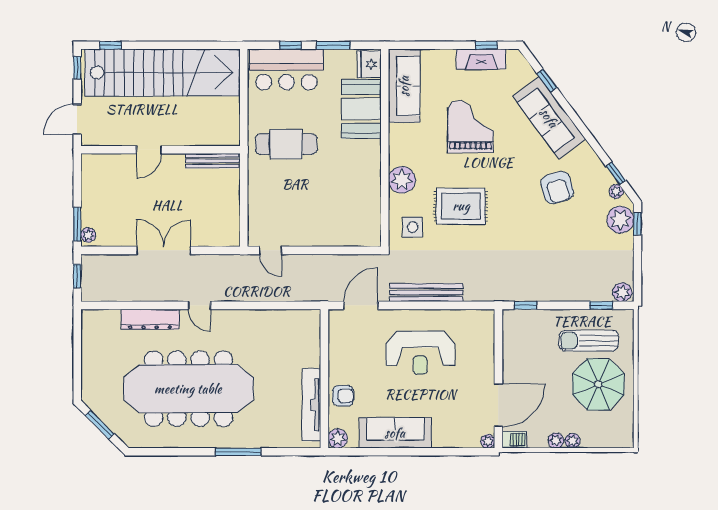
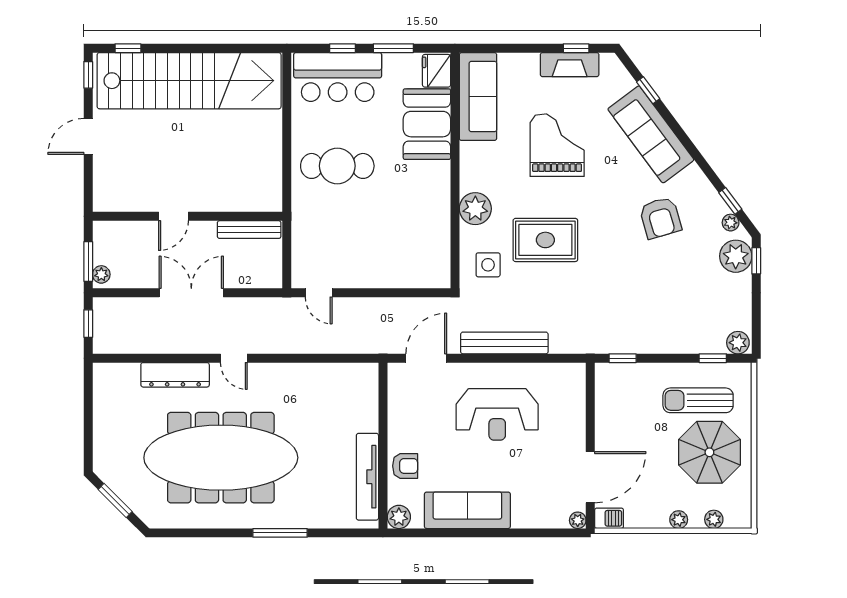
door: (149, 150) -> (173, 216), moved
wall: (161, 150) -> (187, 216), moved
bench: (212, 161) -> (249, 230), moved
plant: (556, 440) -> (714, 519), moved

